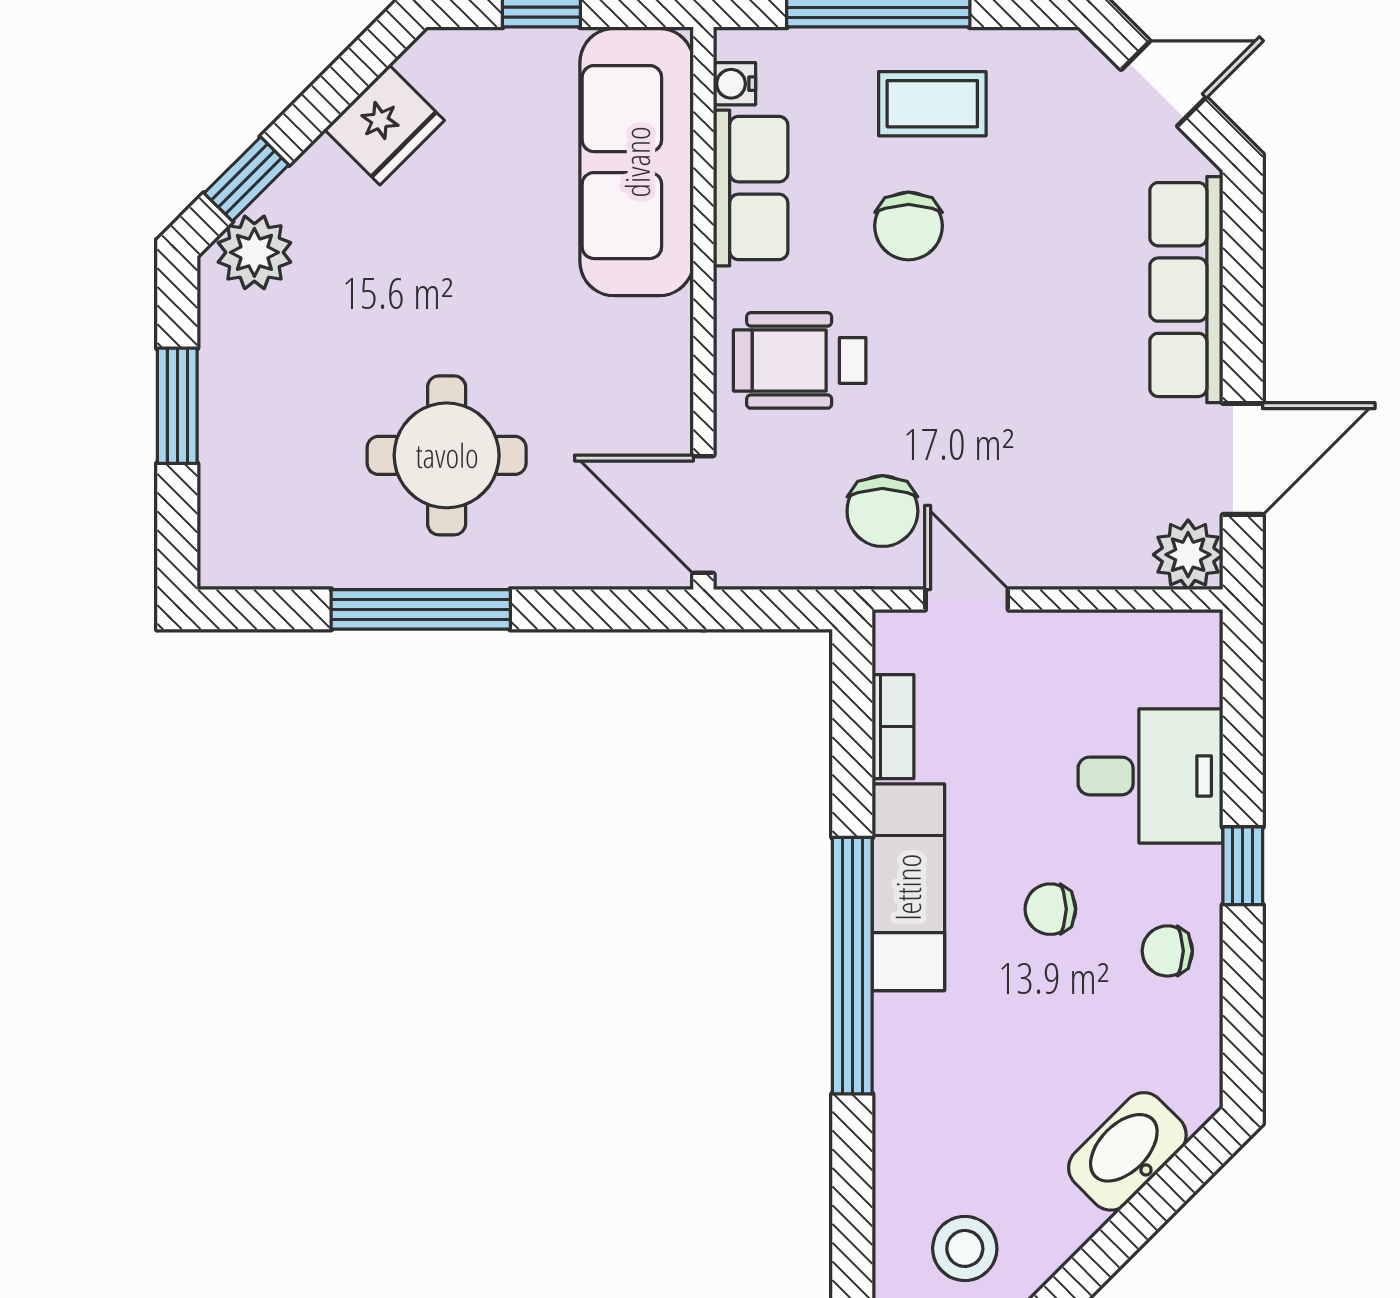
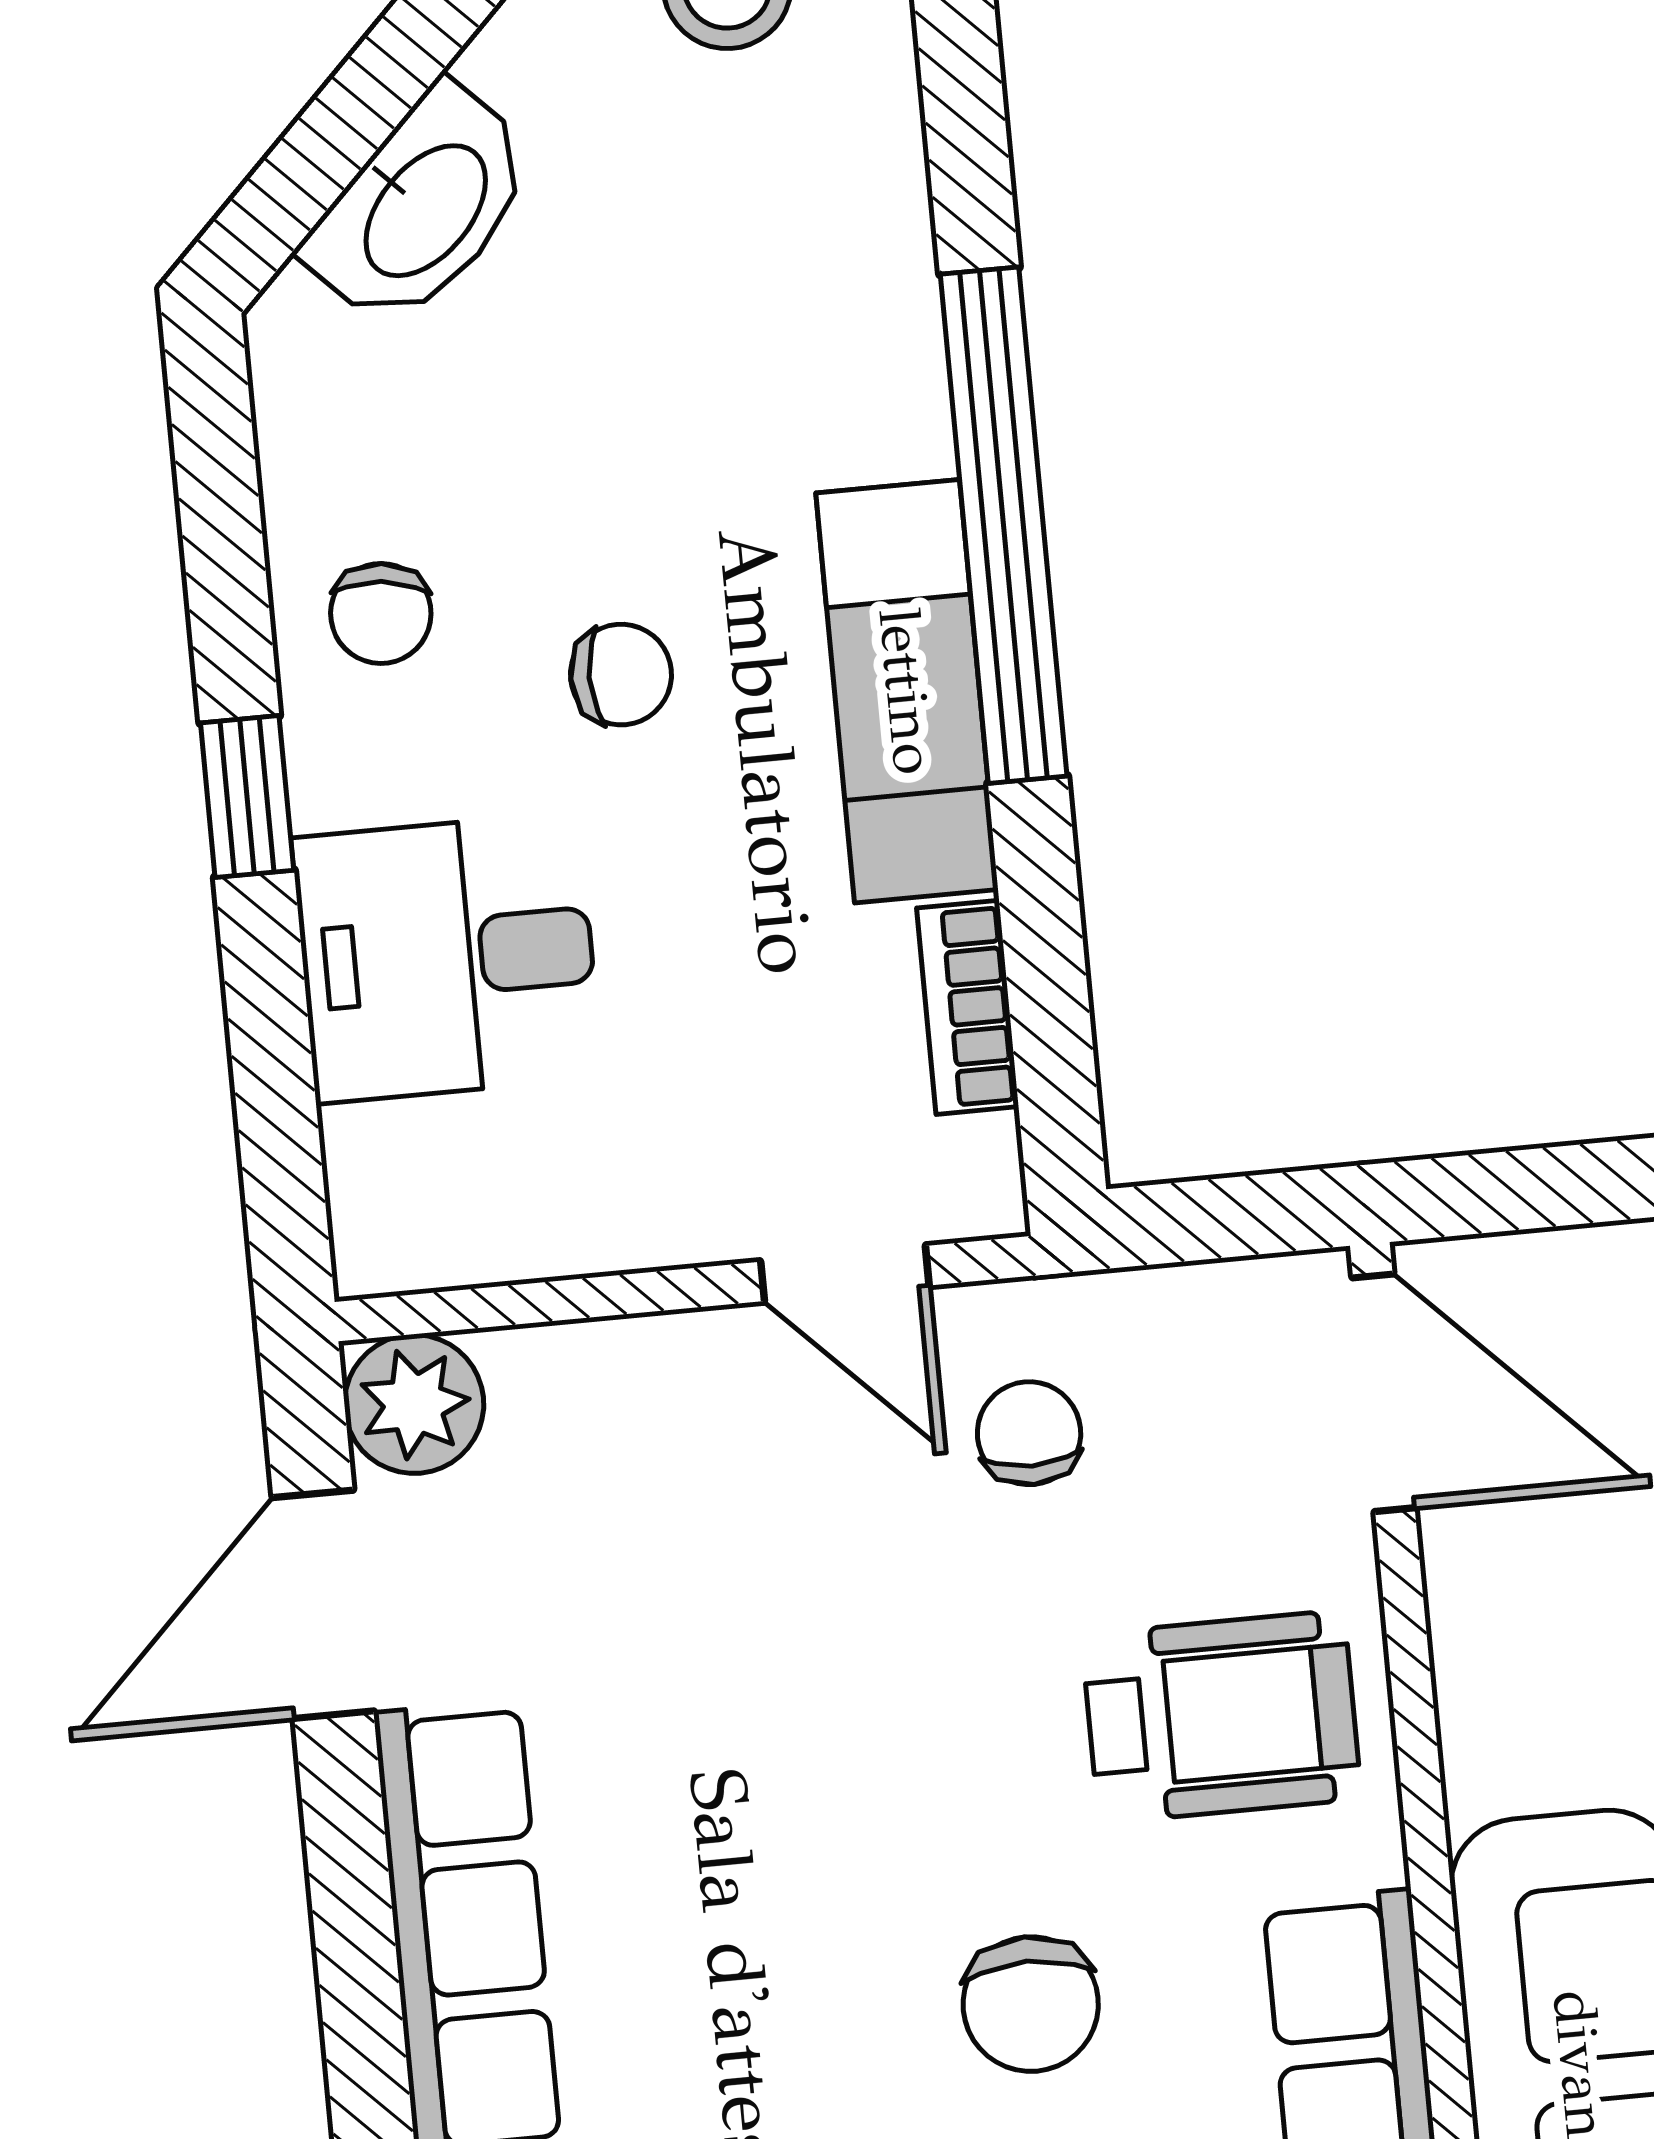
chair: (909, 226) -> (1031, 2004), turned 180
chair: (882, 511) -> (1029, 1433), width x0.73, depth x0.73
chair: (1167, 951) -> (381, 613), turned 96

